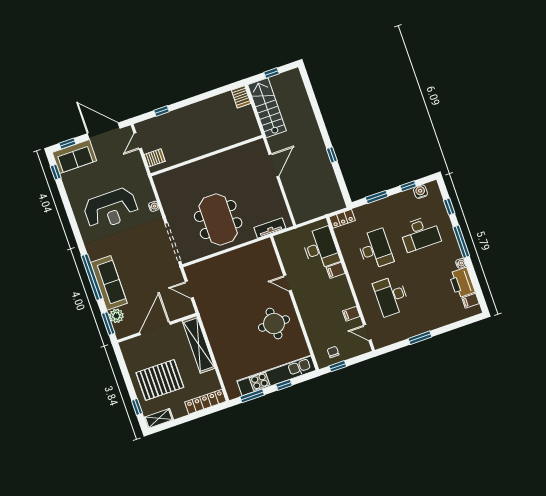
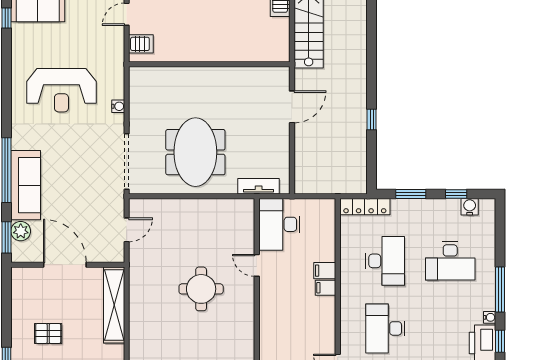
window: (449, 207) -> (500, 341), moved
locker: (342, 219) -> (365, 207), width x1.53
desk: (321, 248) -> (279, 224), moved, turned 180
door: (189, 290) -> (127, 230), swing flipped
filing cabinet: (351, 314) -> (325, 288), moved
round table: (274, 324) -> (201, 289), moved
door: (155, 328) -> (65, 265), hinge flipped
pallet: (160, 380) -> (48, 334), width x0.49, depth x0.50

